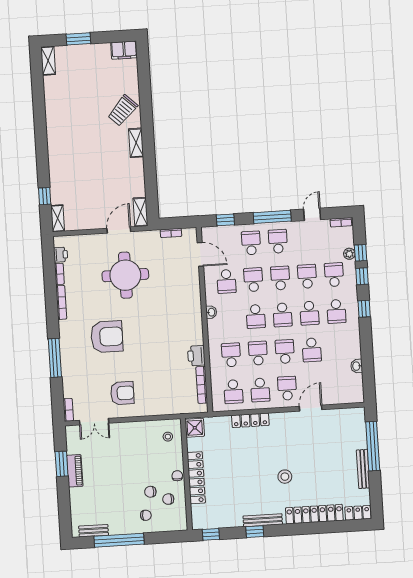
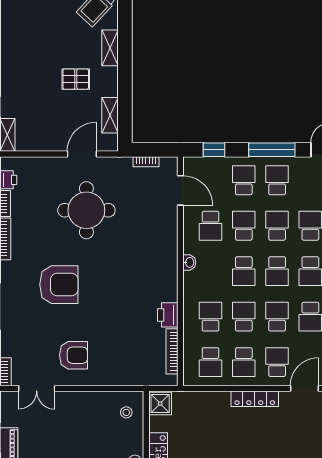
pallet: (110, 170) -> (76, 79), added
shelving: (140, 212) -> (110, 115), moved
locker: (250, 420) -> (255, 399), moved

